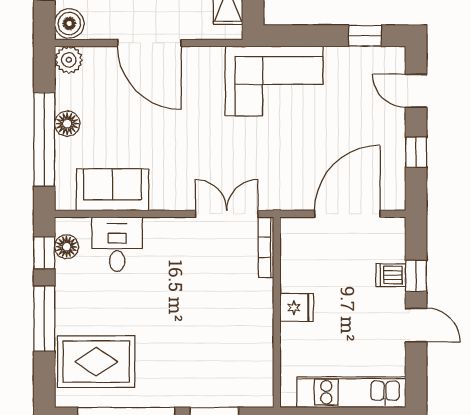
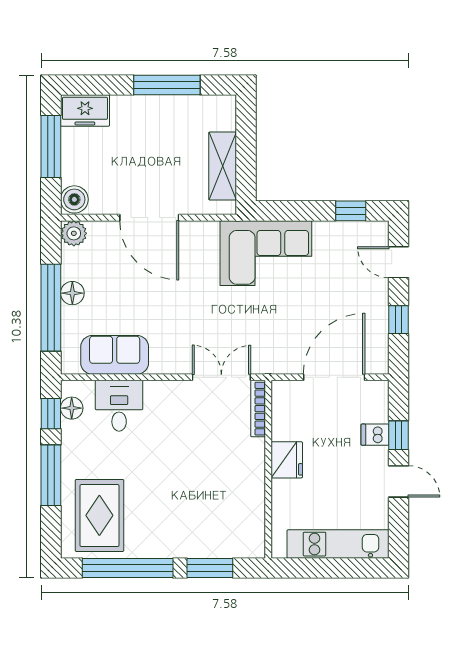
fridge: (297, 307) -> (287, 460), width x1.38
rug: (96, 362) -> (99, 515), turned 90

